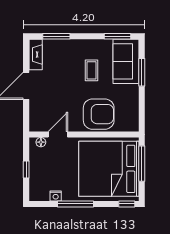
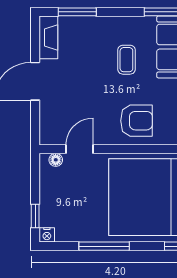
armchair: (99, 114) -> (137, 121), width x0.73, depth x0.73
window: (26, 170) -> (35, 216), moved
nightstand: (56, 196) -> (47, 235), moved

